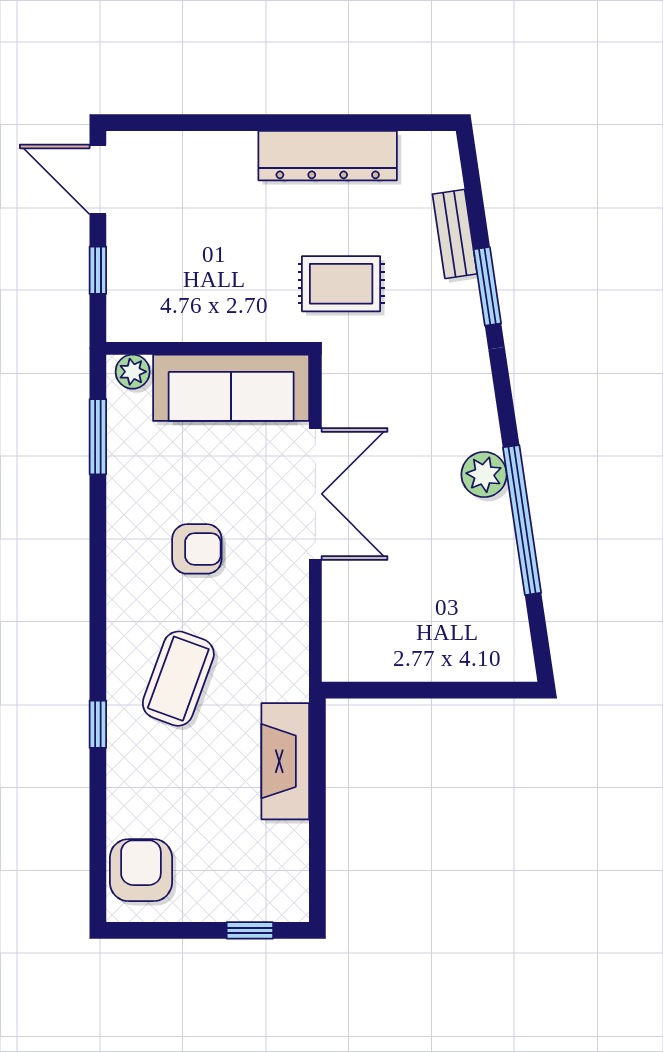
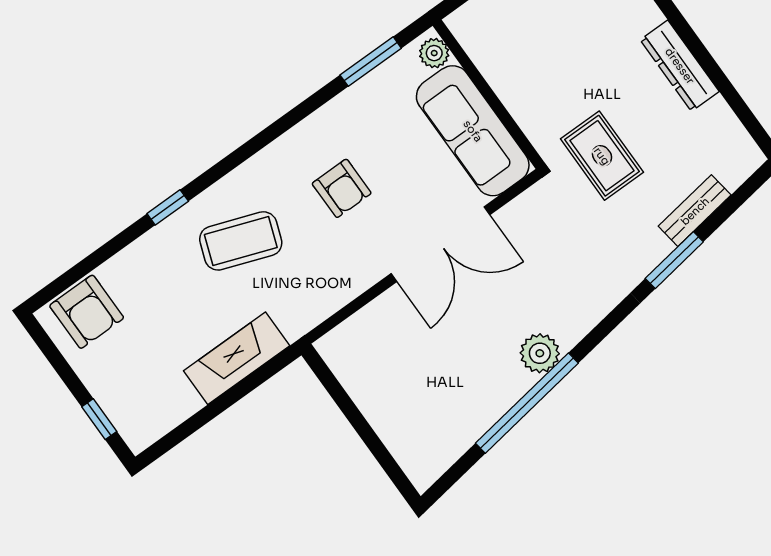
dresser: (328, 156) -> (680, 66), width x0.73, depth x0.80
armchair: (141, 870) -> (87, 312), turned 90

